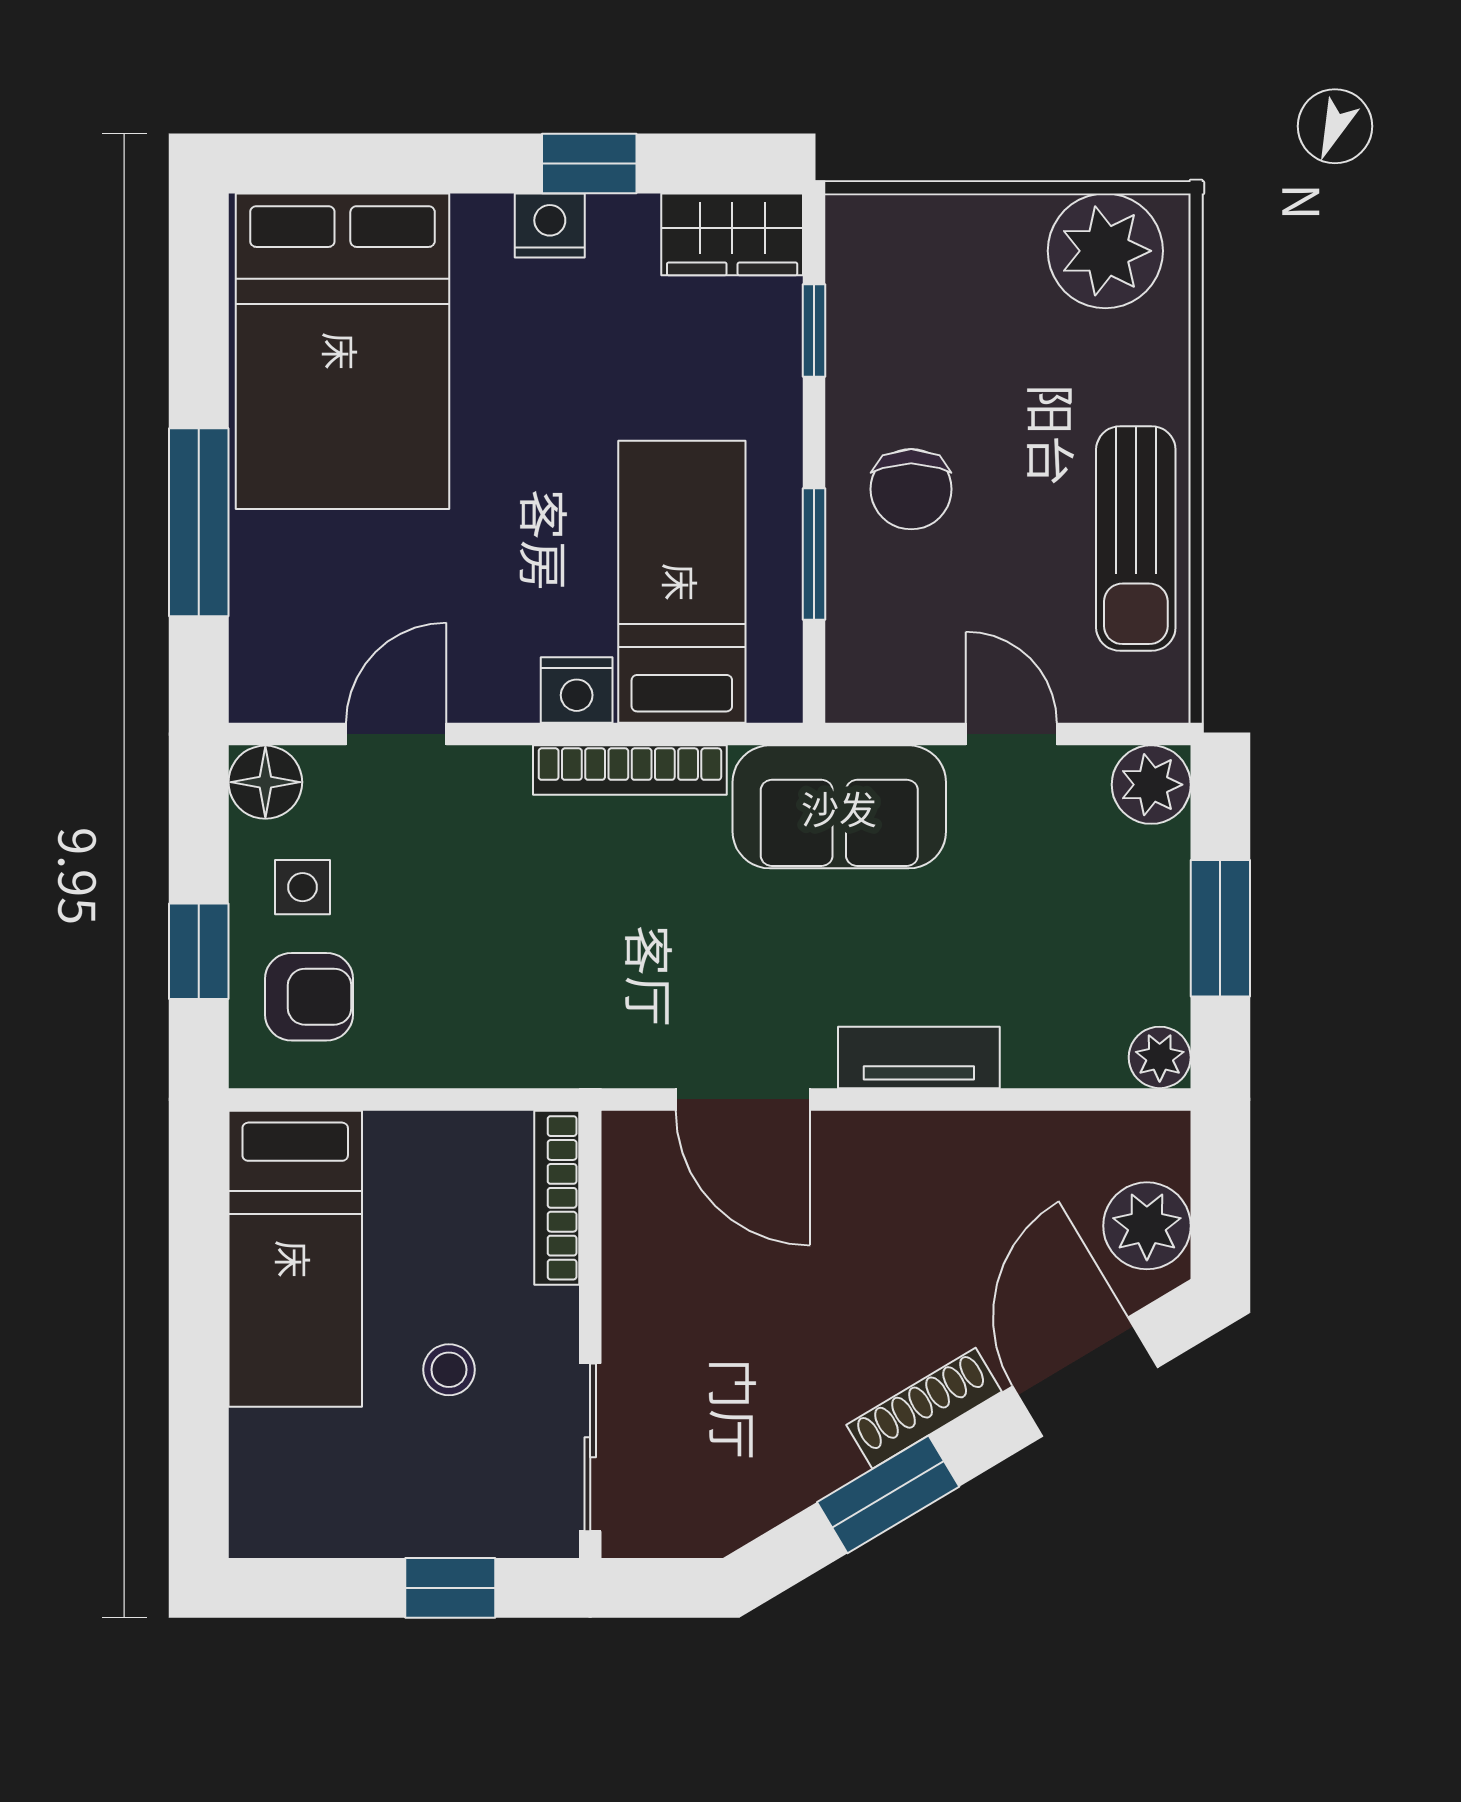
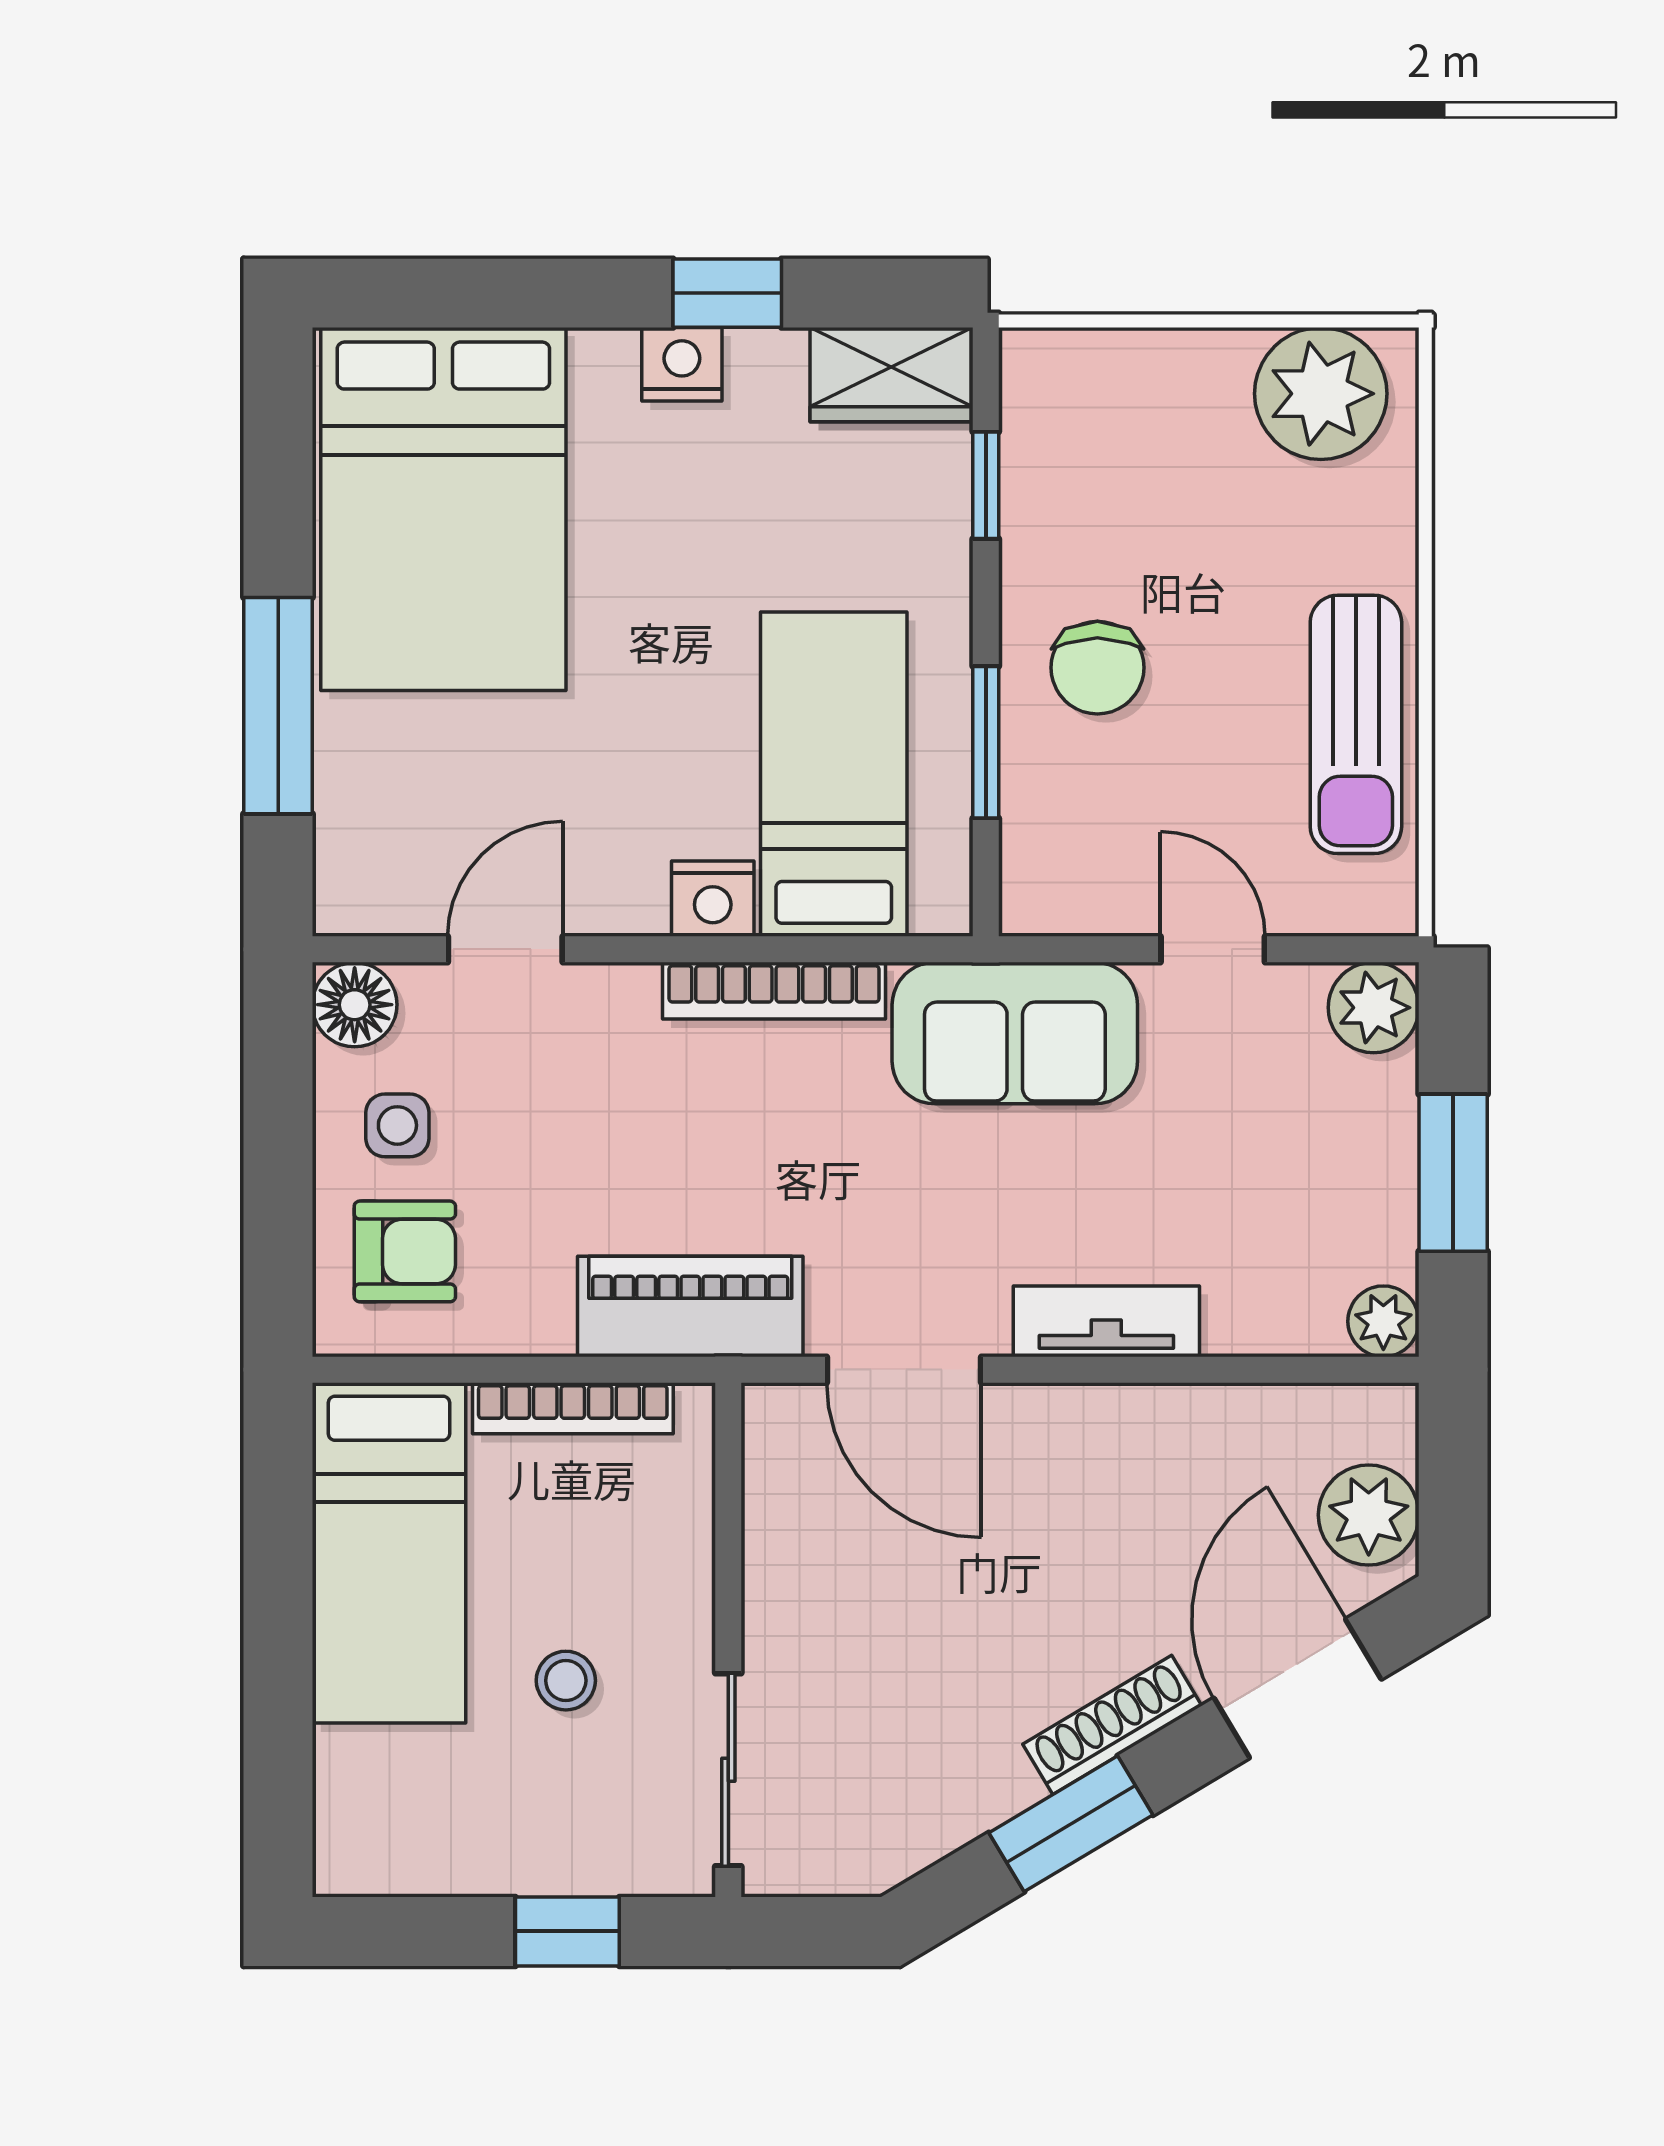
window: (199, 951) -> (278, 1199), removed
piano: (557, 1044) -> (690, 1306), added
bookcase: (557, 1198) -> (573, 1408), moved, turned -90

